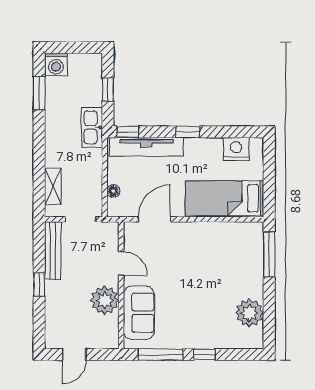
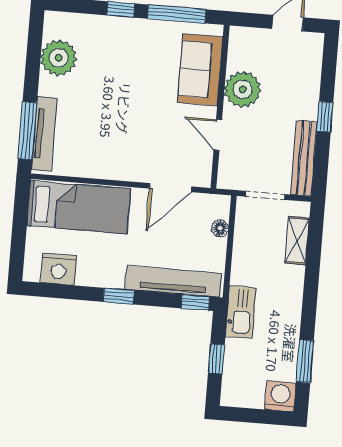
tv unit: (256, 253) -> (44, 134), added

